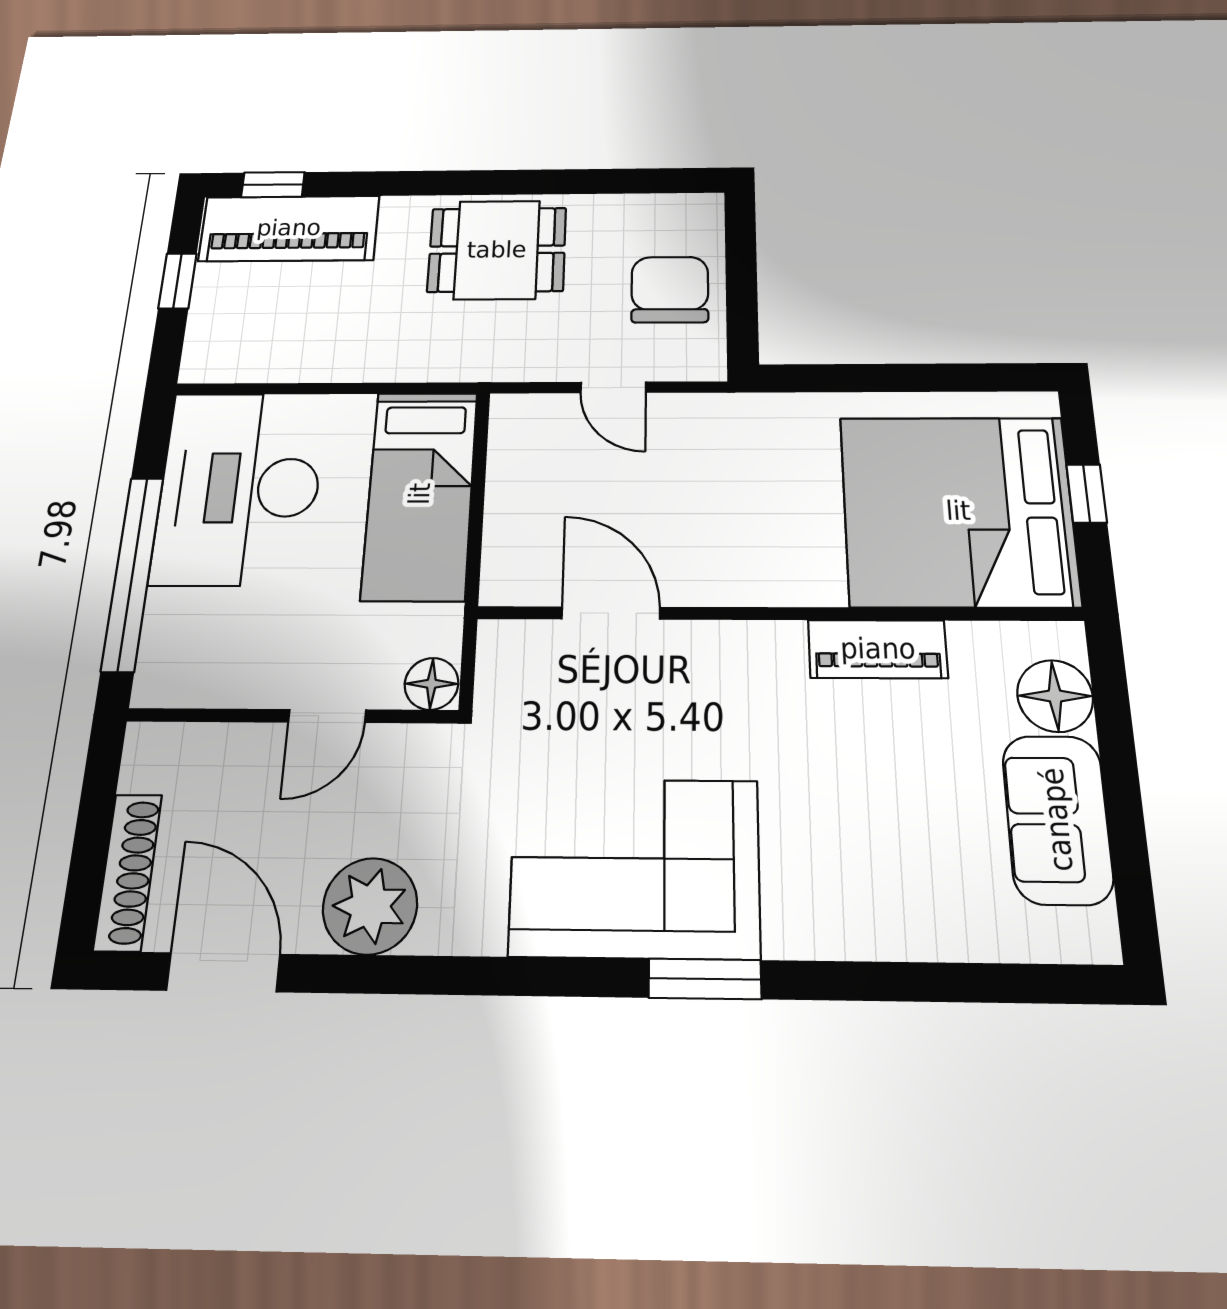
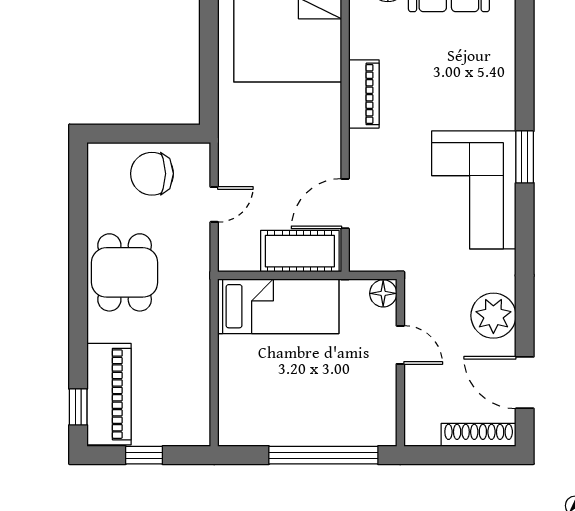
desk: (239, 488) -> (274, 404), removed
cot: (522, 532) -> (300, 251), added
piano: (878, 649) -> (364, 94), moved
door: (223, 972) -> (525, 383), hinge flipped

